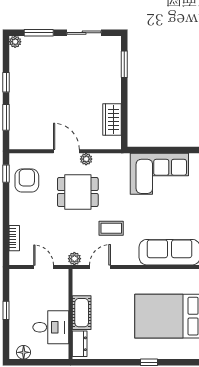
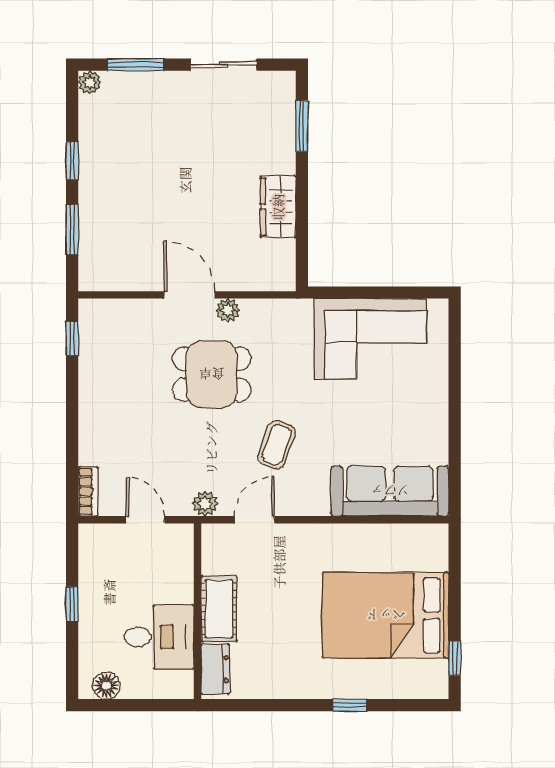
wardrobe: (112, 119) -> (278, 207), moved
armchair: (27, 181) -> (112, 352), removed
coffee table: (111, 228) -> (276, 445), turned -70
bookcase: (14, 238) -> (88, 491), moved

